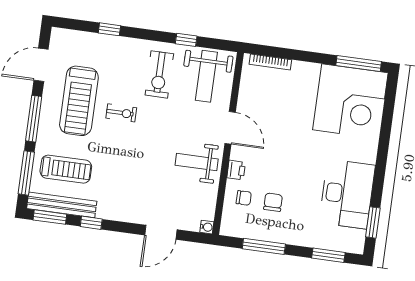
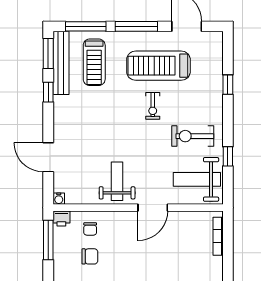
printer: (236, 170) -> (61, 218), moved
window: (264, 246) -> (48, 240), moved

